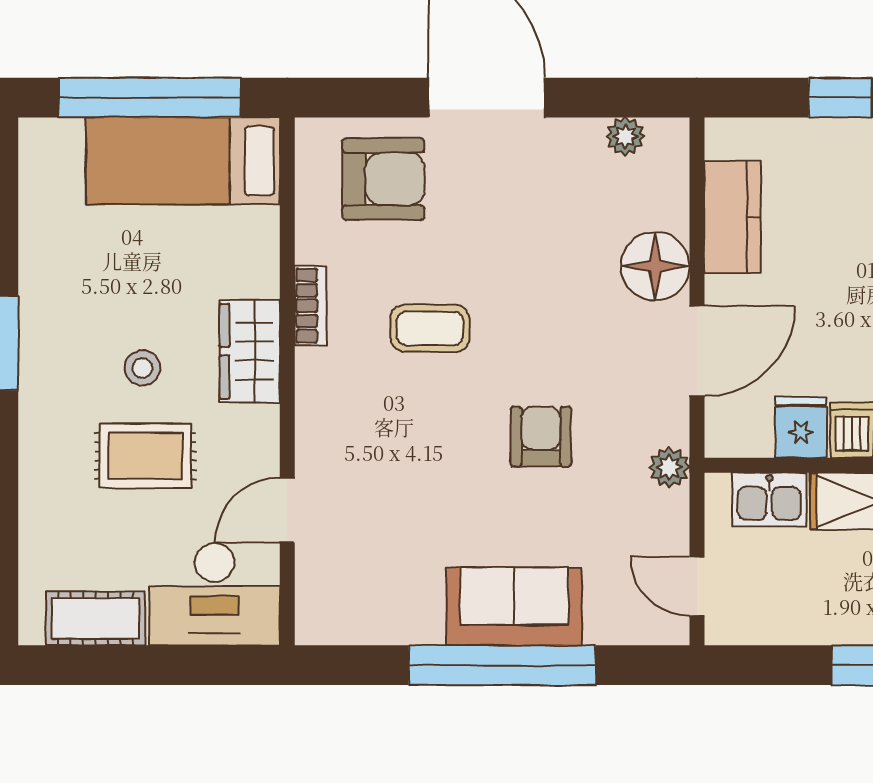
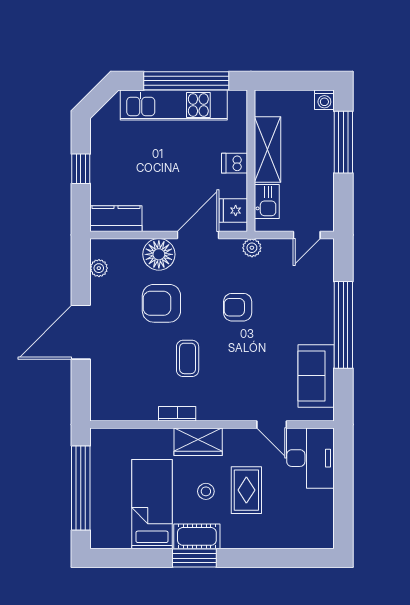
bed: (183, 161) -> (152, 504), moved, turned 180
armchair: (383, 179) -> (161, 303), moved, turned -90
kitchen counter: (732, 217) -> (116, 219), moved
door: (697, 351) -> (198, 235), hinge flipped
fridge: (801, 427) -> (233, 211), moved
sofa: (514, 606) -> (316, 376), moved
cot: (96, 619) -> (197, 536), moved, turned 90

